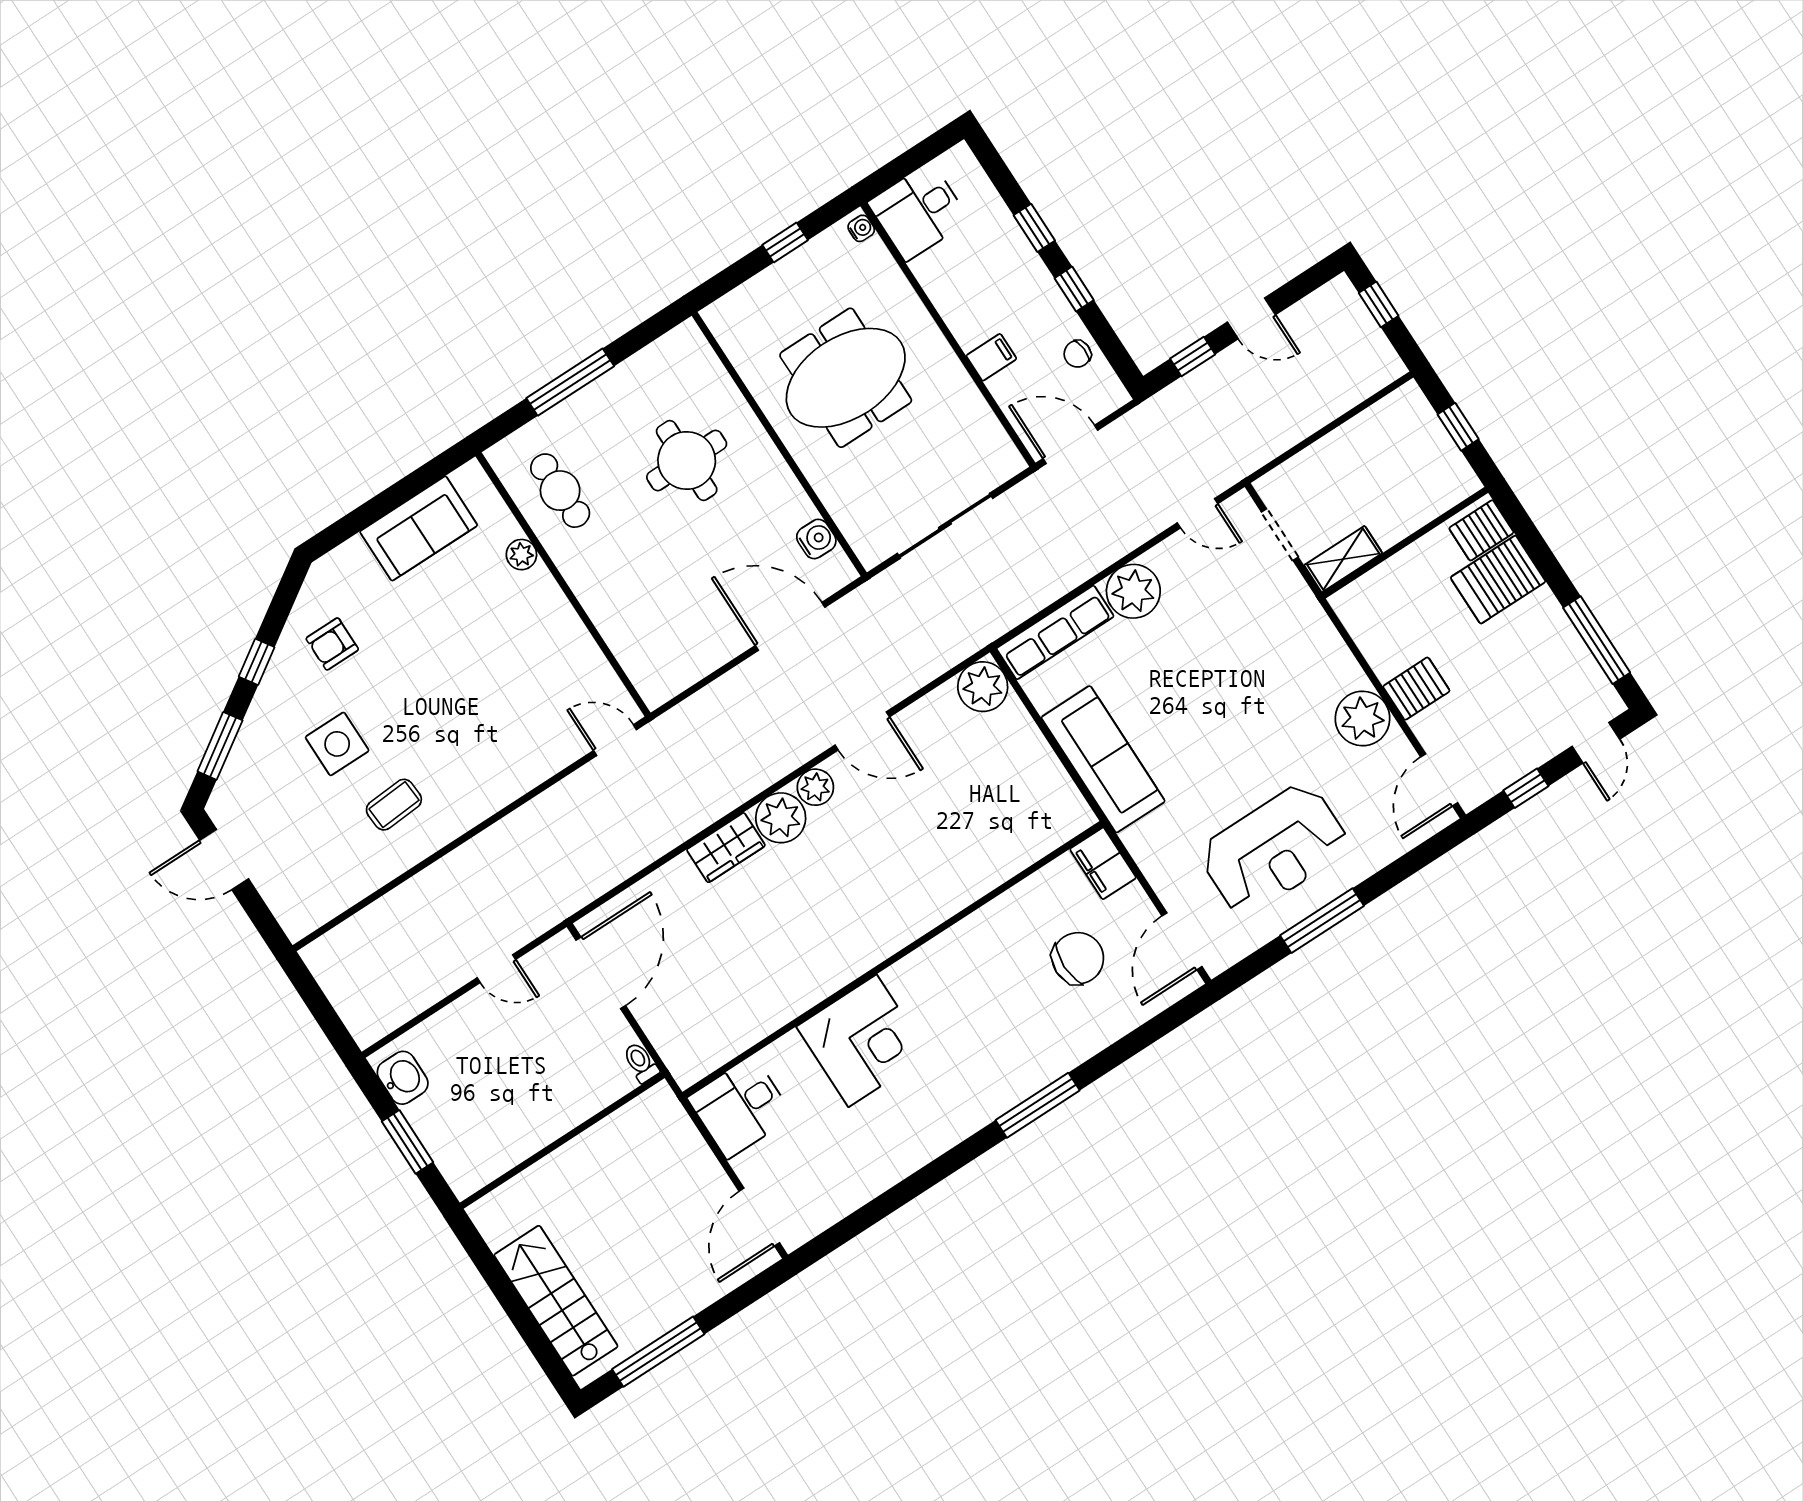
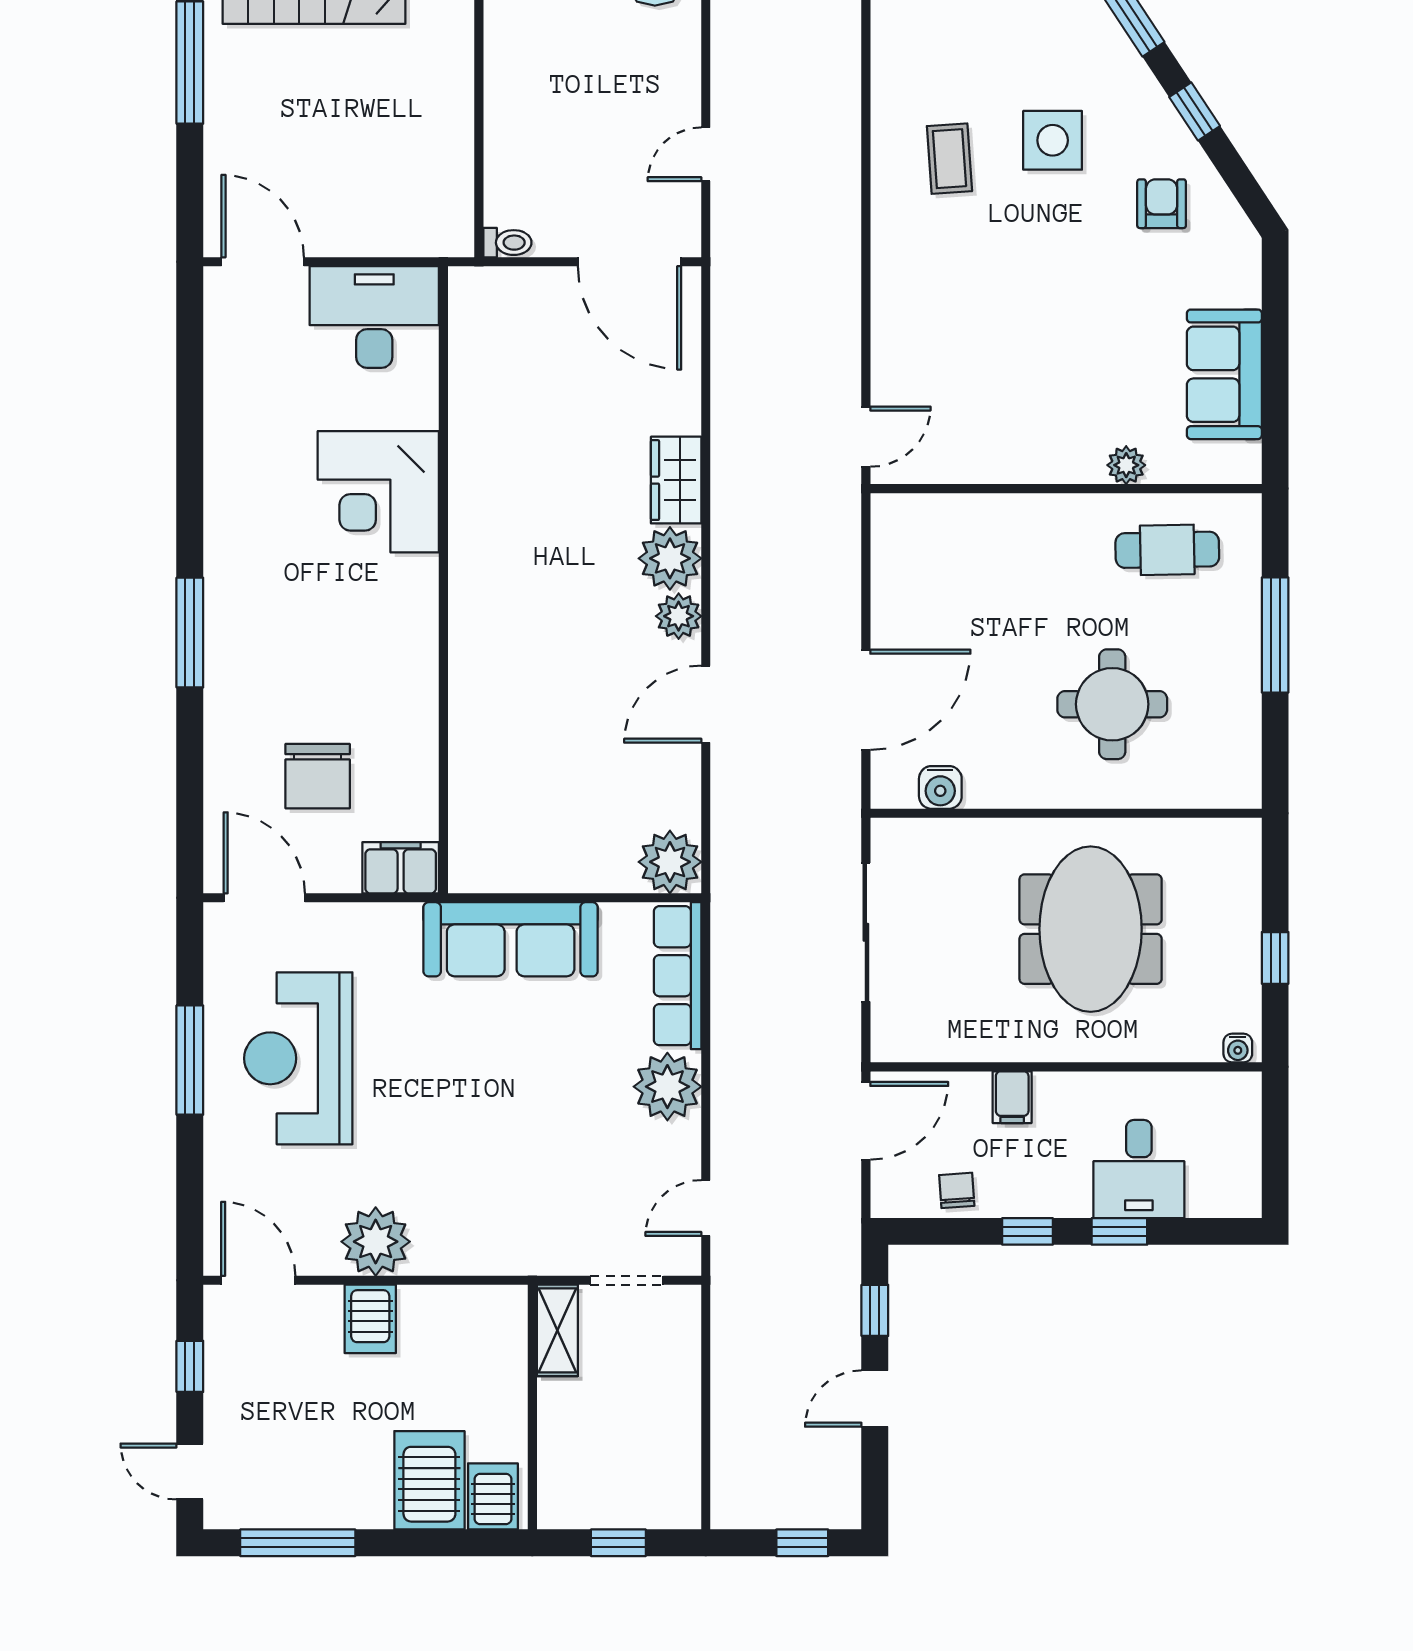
desk: (919, 211) -> (1139, 1169), moved, turned 180
desk: (740, 1107) -> (374, 317), width x1.37

